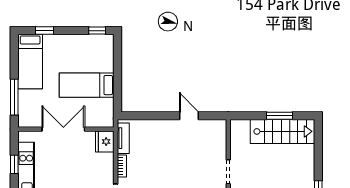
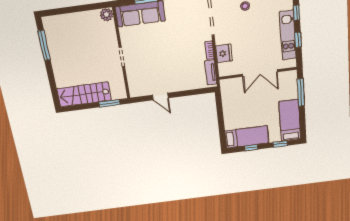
window: (97, 31) -> (251, 148), moved
bed: (87, 85) -> (247, 137), moved
window: (279, 116) -> (109, 103), moved
fridge: (105, 142) -> (224, 53), moved

